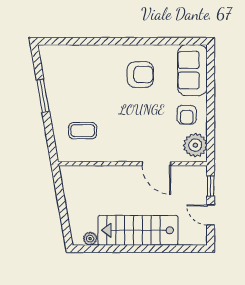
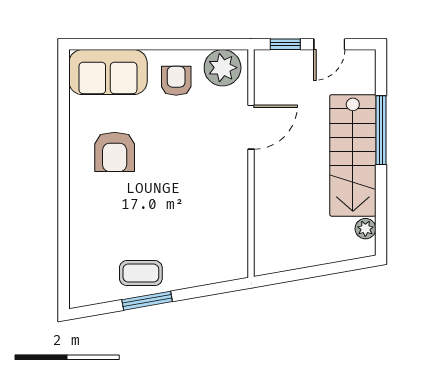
armchair: (140, 75) -> (115, 152), turned 180
armchair: (187, 115) -> (176, 81), turned -90
coffee table: (83, 131) -> (141, 273), moved, turned 90
window: (154, 249) -> (381, 130), added

